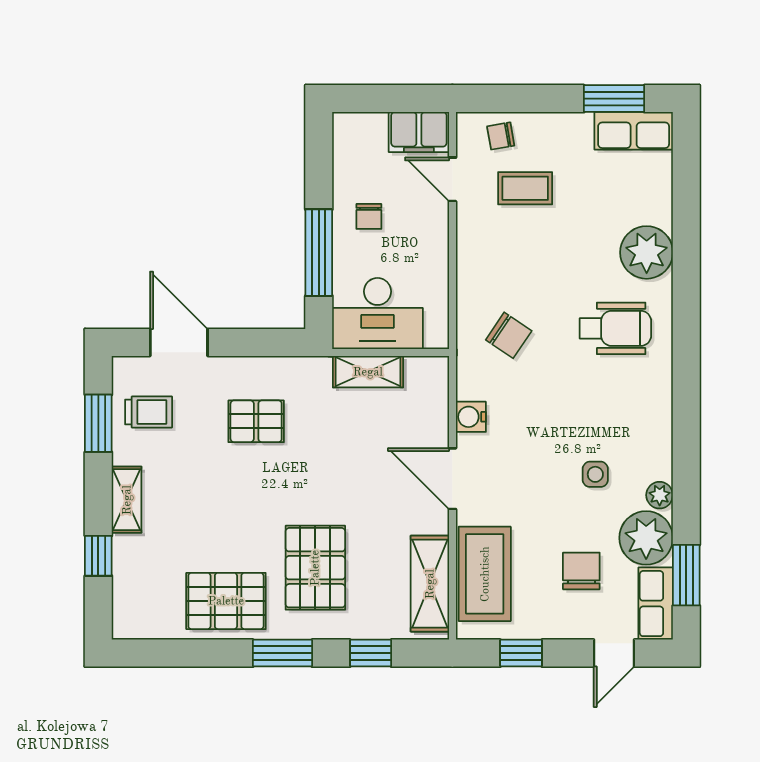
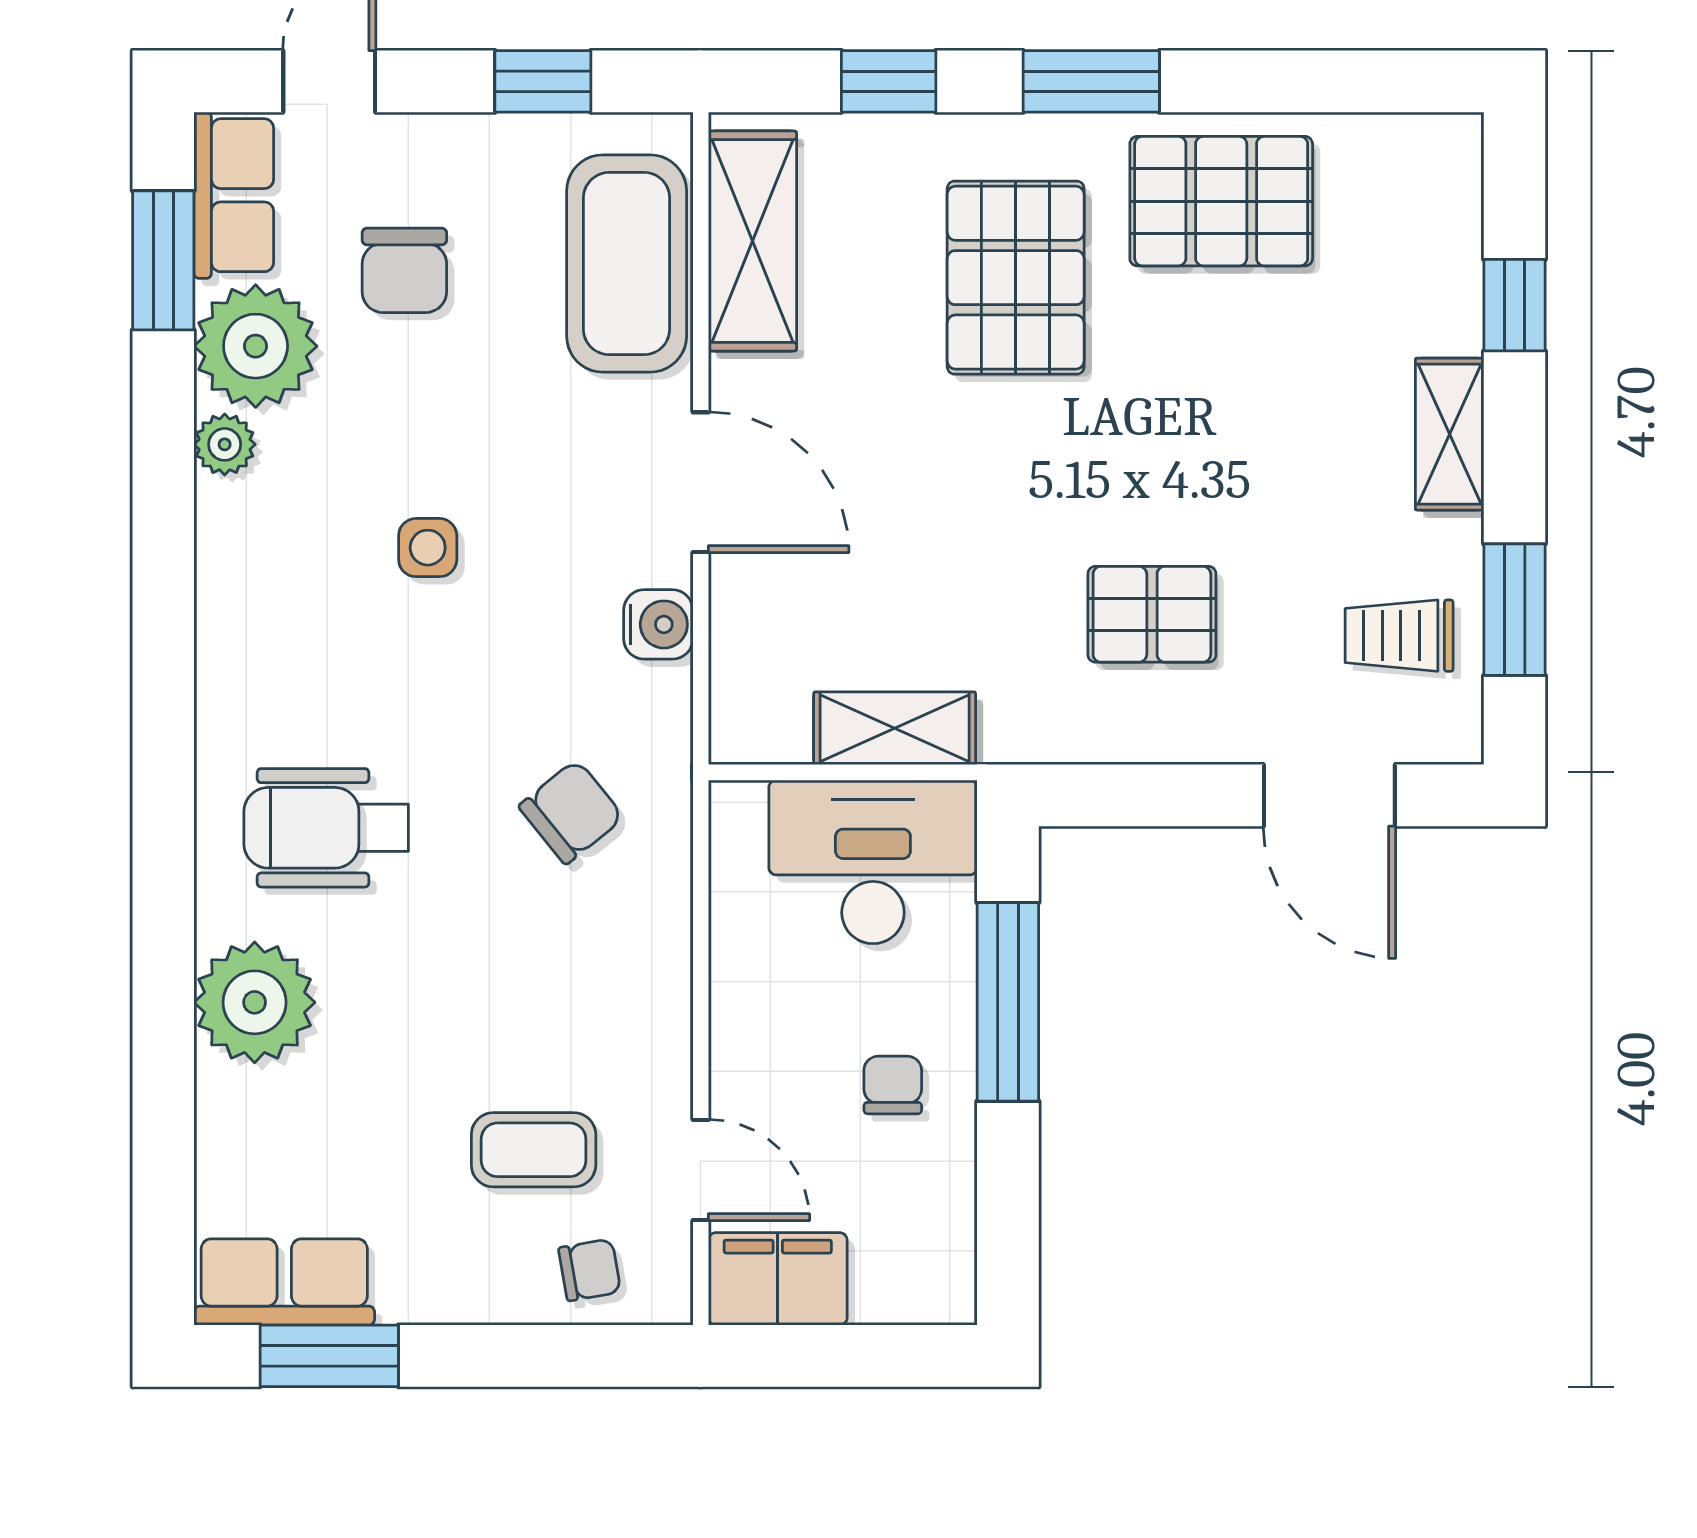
chair: (509, 335) -> (571, 812), turned 107
side table: (595, 474) -> (428, 548), moved

